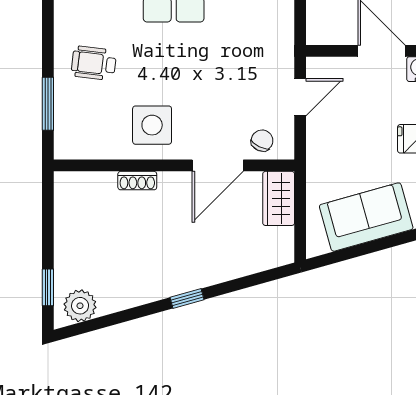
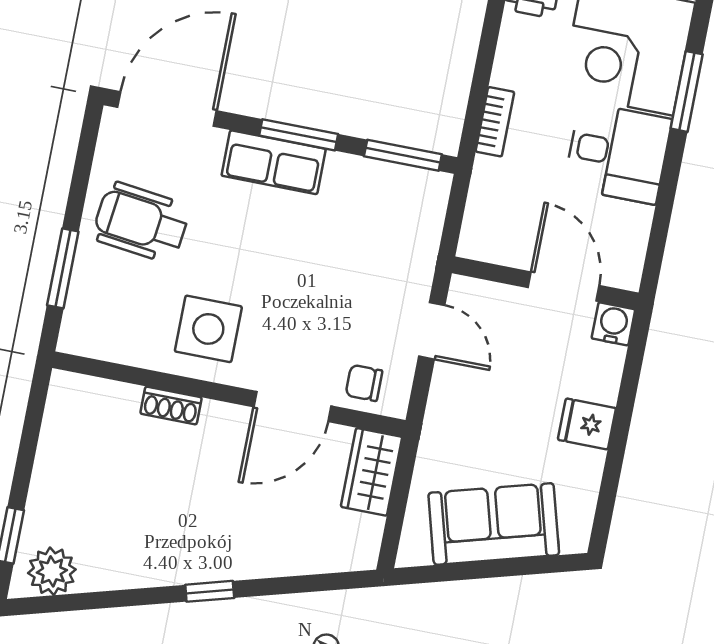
wheelchair: (94, 63) -> (141, 222), width x1.36, depth x1.37
door: (300, 97) -> (432, 331), hinge flipped
chair: (262, 141) -> (364, 383), turned -116

